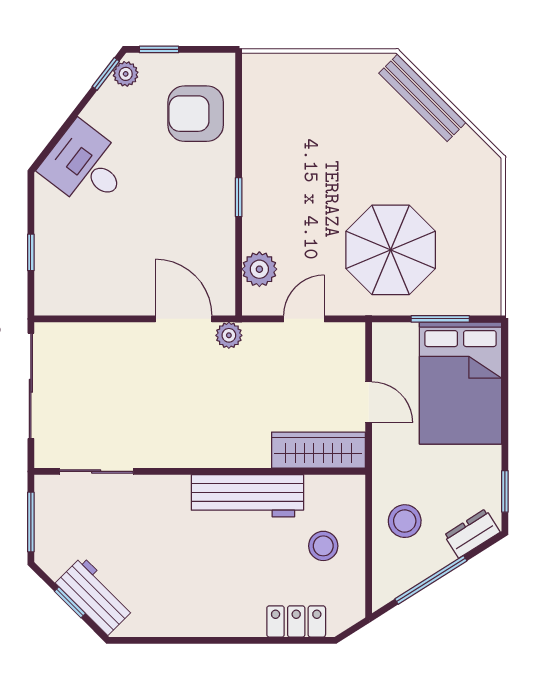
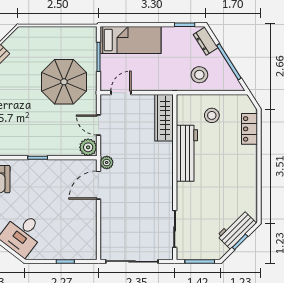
plant: (259, 269) -> (88, 147), moved
bed: (461, 383) -> (131, 40), width x0.67
door: (369, 402) -> (121, 93), moved

